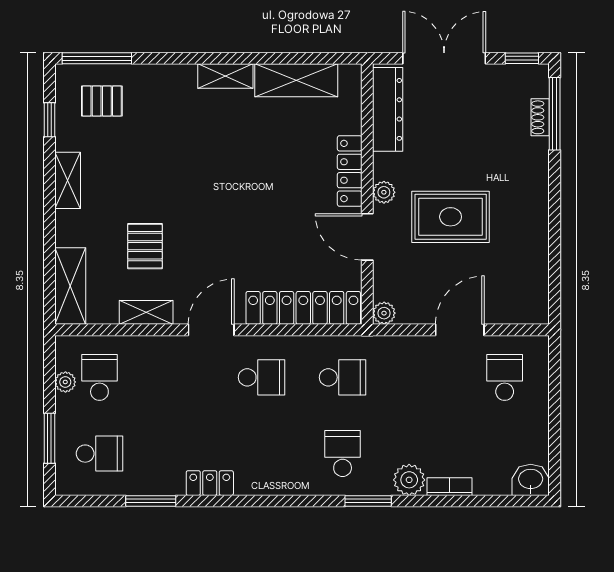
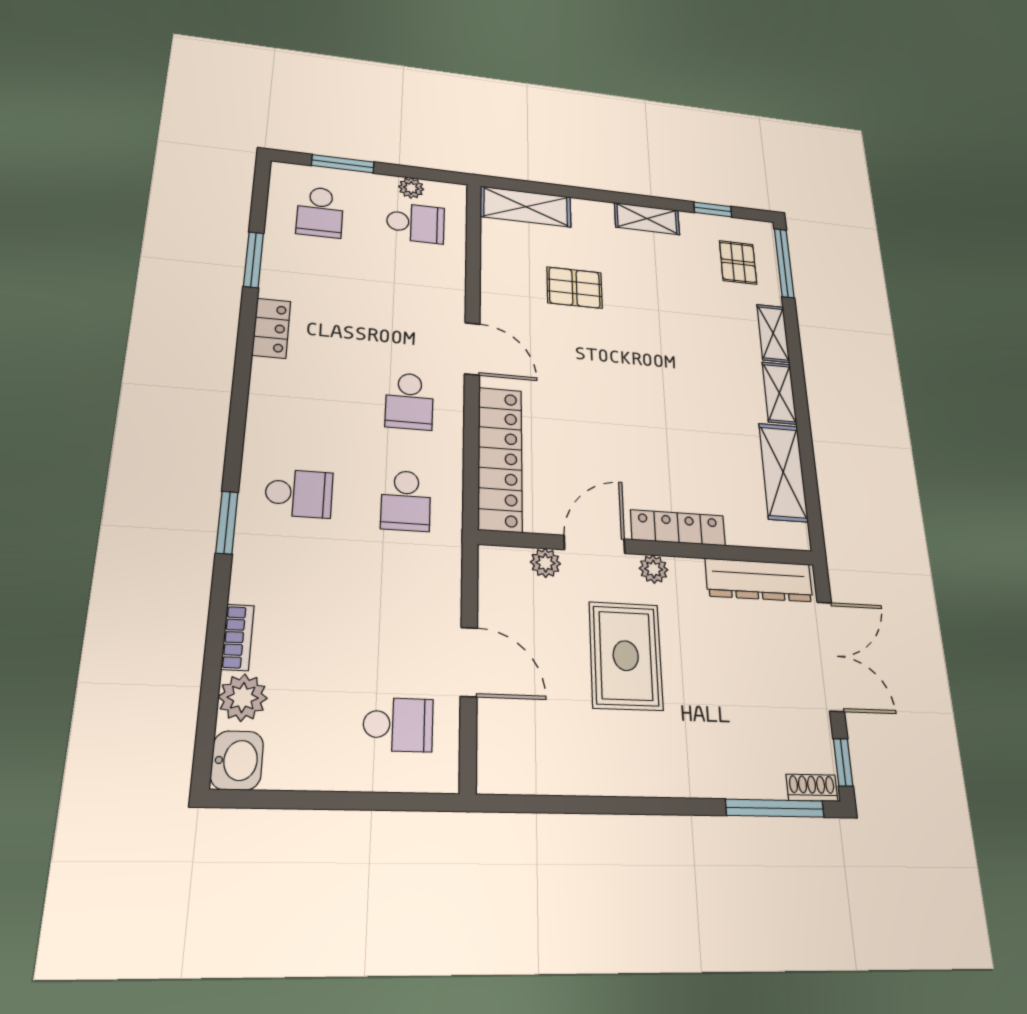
shoe rack: (540, 117) -> (812, 788), moved
shelving: (146, 312) -> (773, 333), moved
plant: (384, 313) -> (545, 563), moved
plant: (409, 480) -> (243, 698), moved

